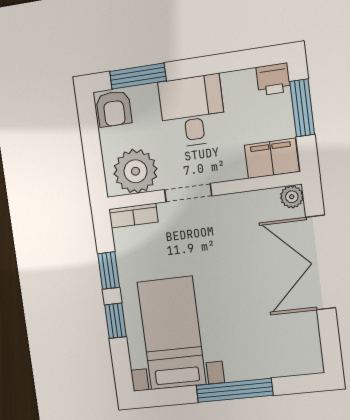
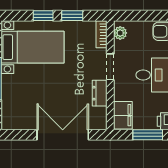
plant: (135, 171) -> (120, 33), width x0.53, depth x0.53
plant: (292, 197) -> (101, 123), removed
dresser: (237, 206) -> (100, 93), added

